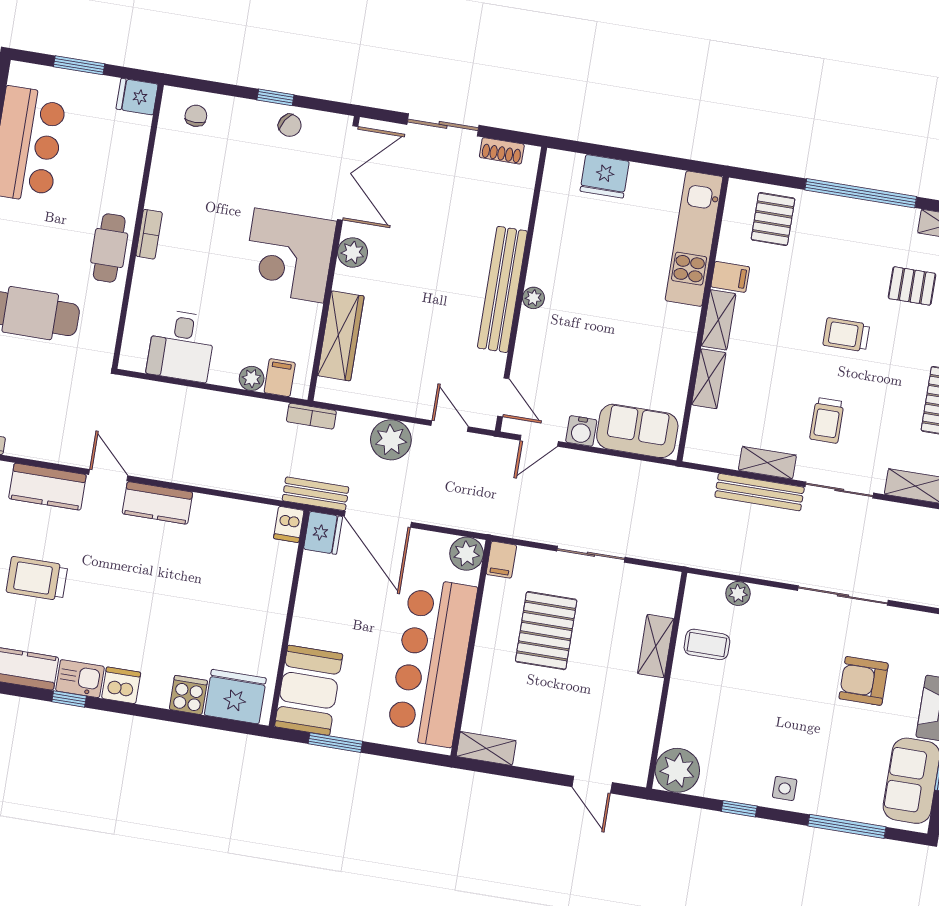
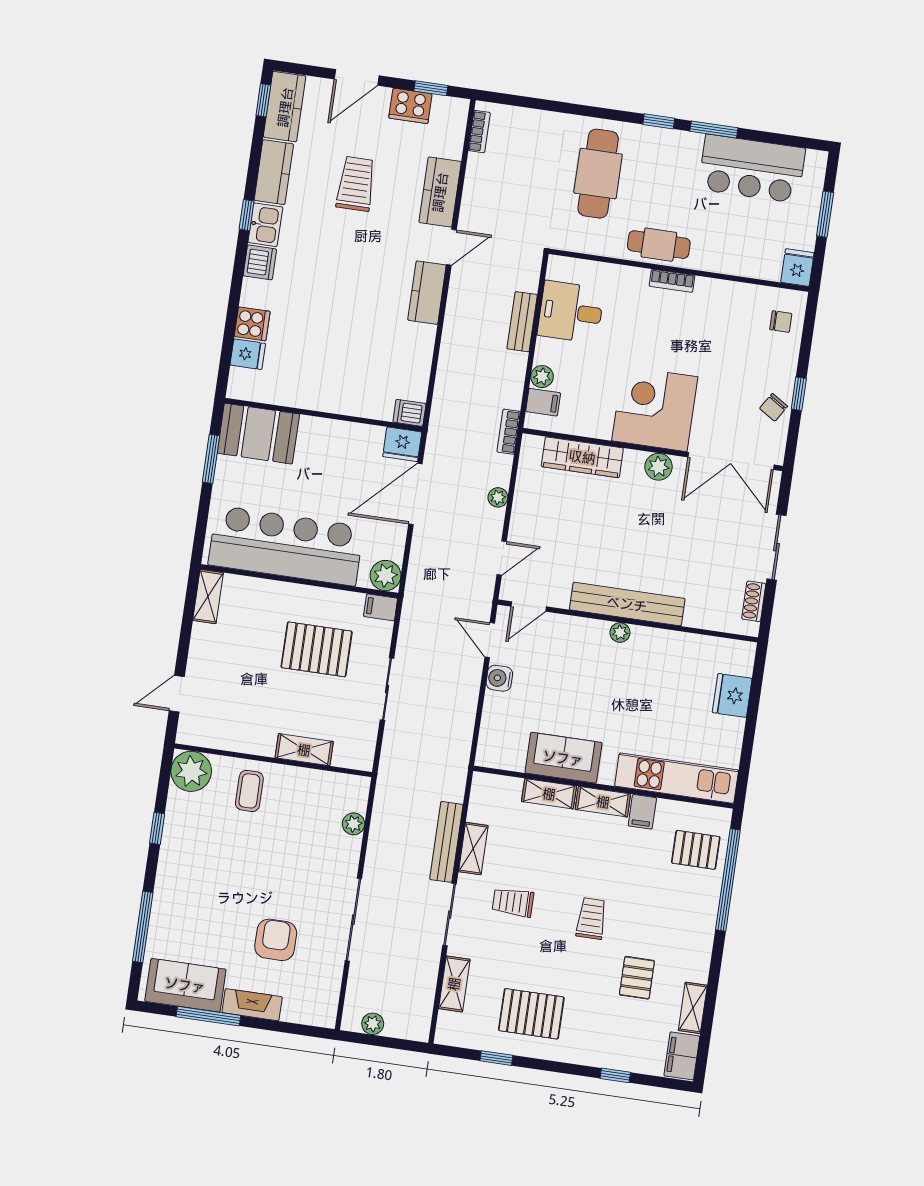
window: (861, 193) -> (728, 880), moved
sofa: (637, 431) -> (563, 758), moved, turned -90
plant: (391, 440) -> (498, 497), width x0.53, depth x0.53
bench: (316, 494) -> (522, 322), moved
coffee table: (707, 644) -> (249, 791), moved
fridge: (235, 697) -> (248, 354), width x0.53, depth x0.75
side table: (785, 788) -> (176, 870), removed

